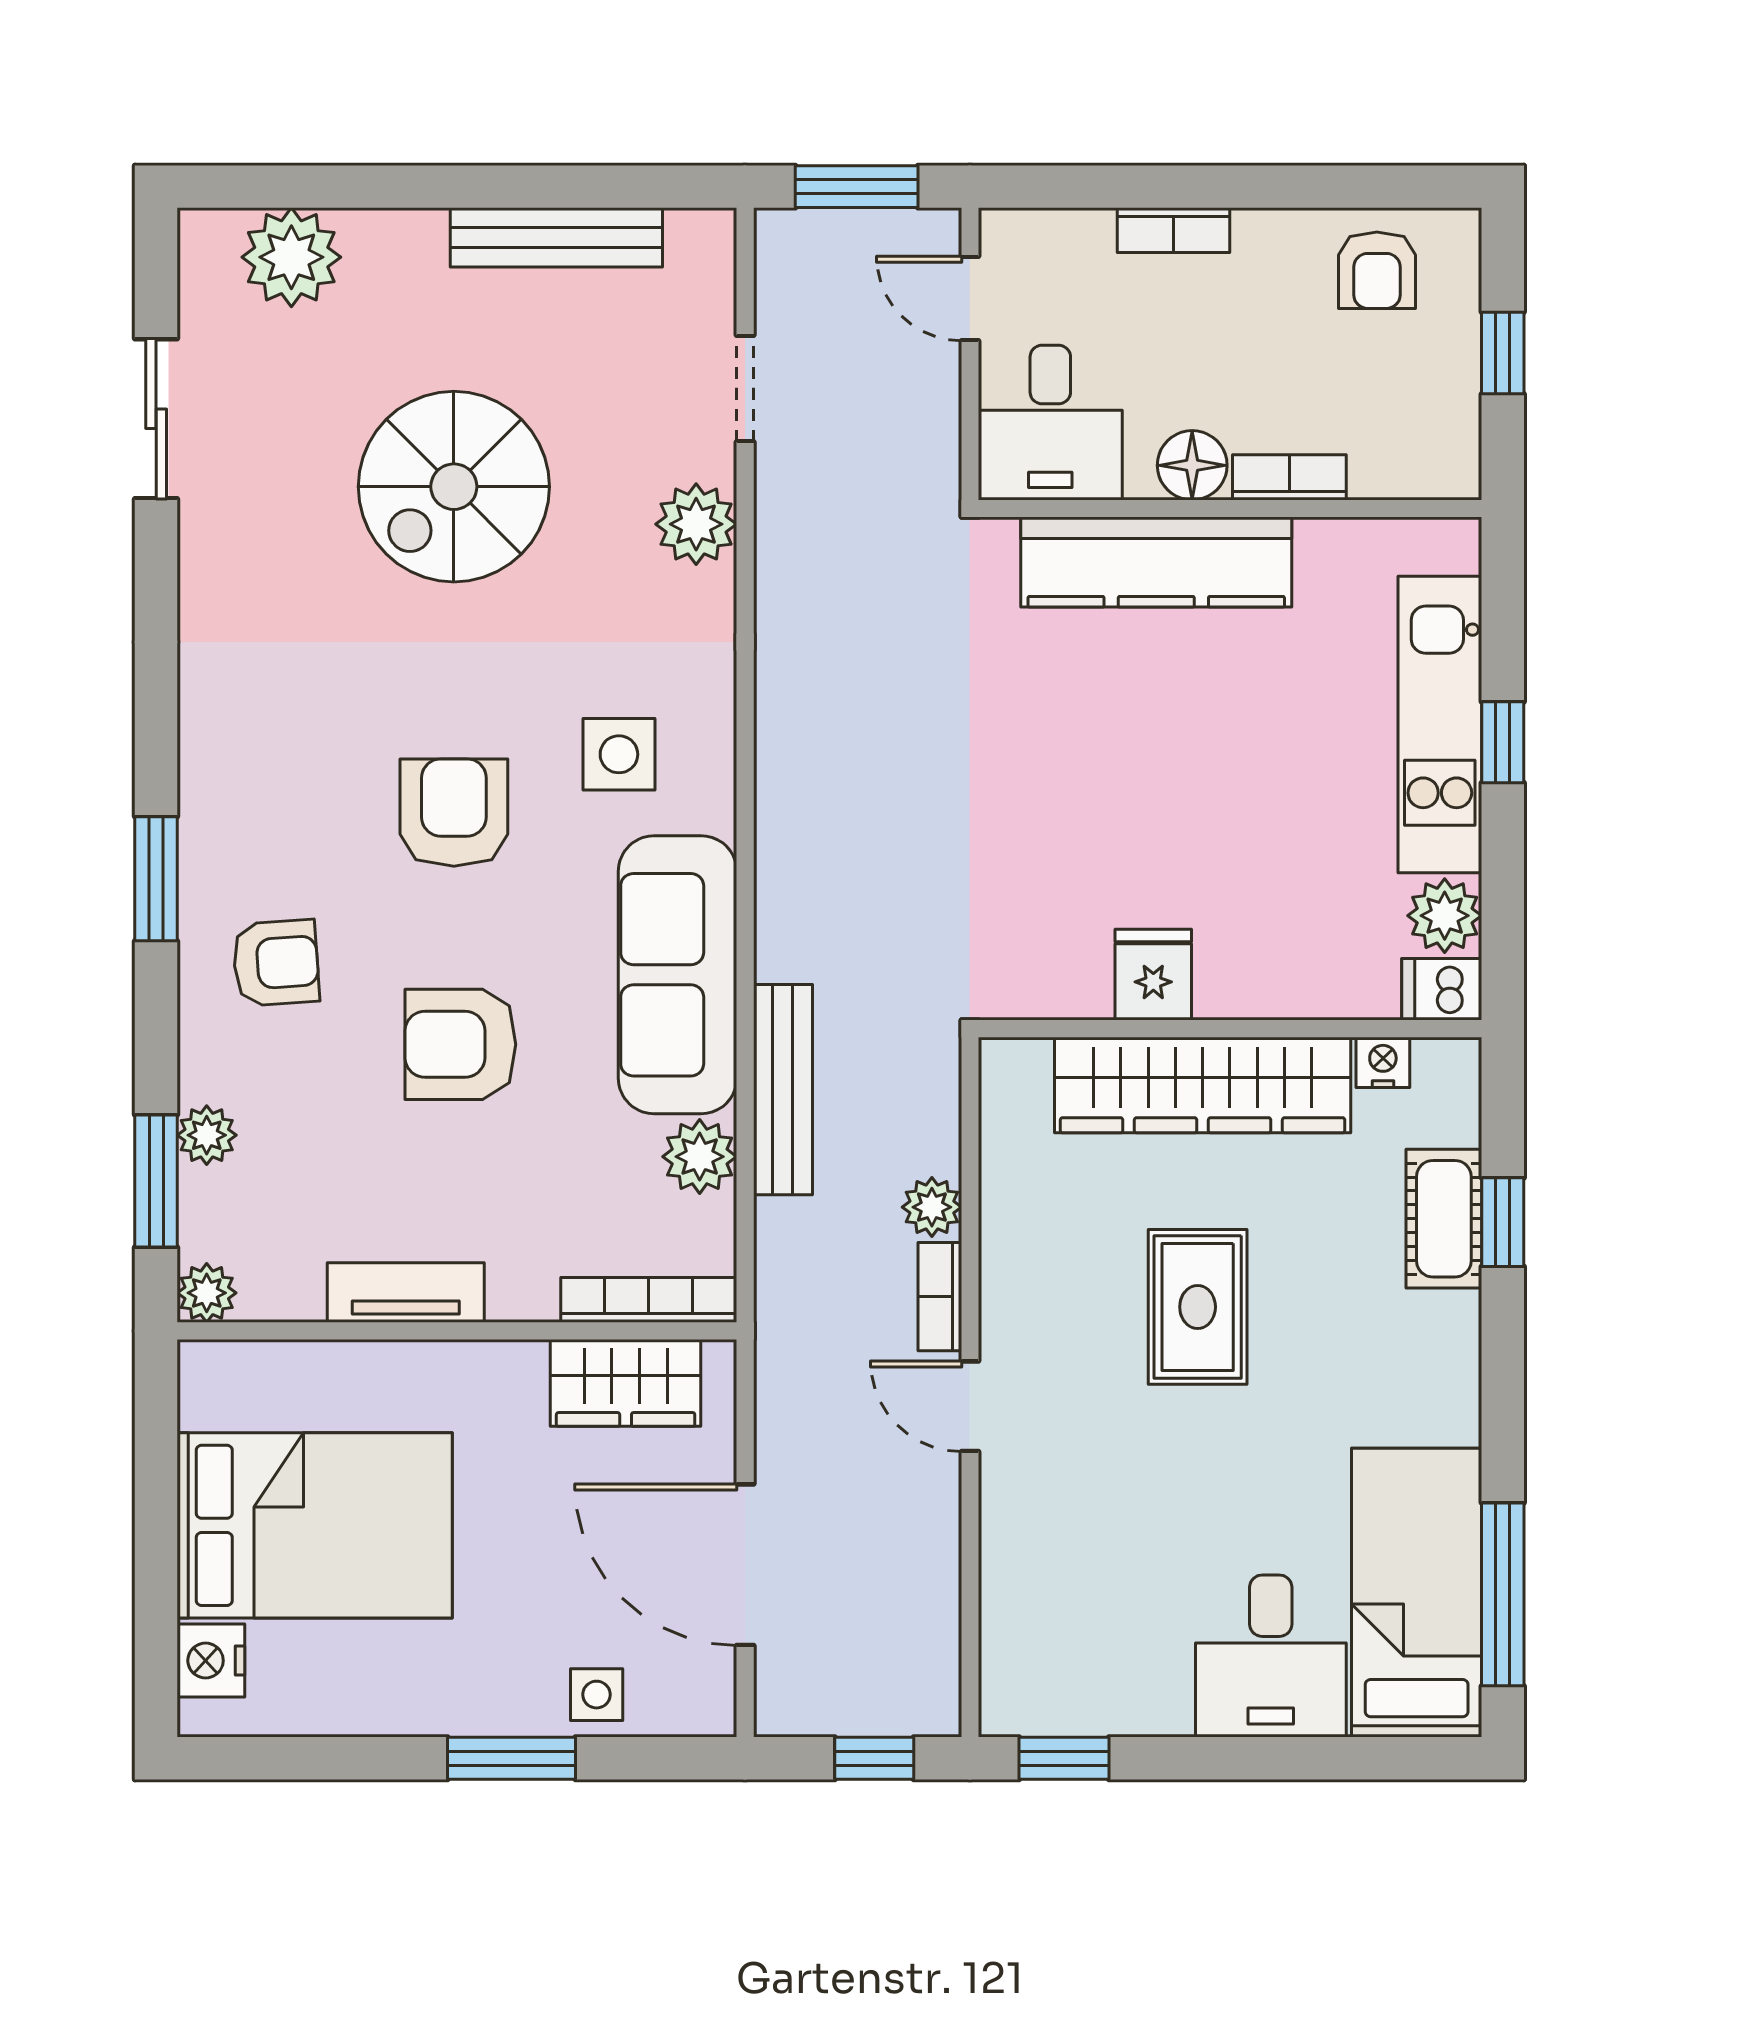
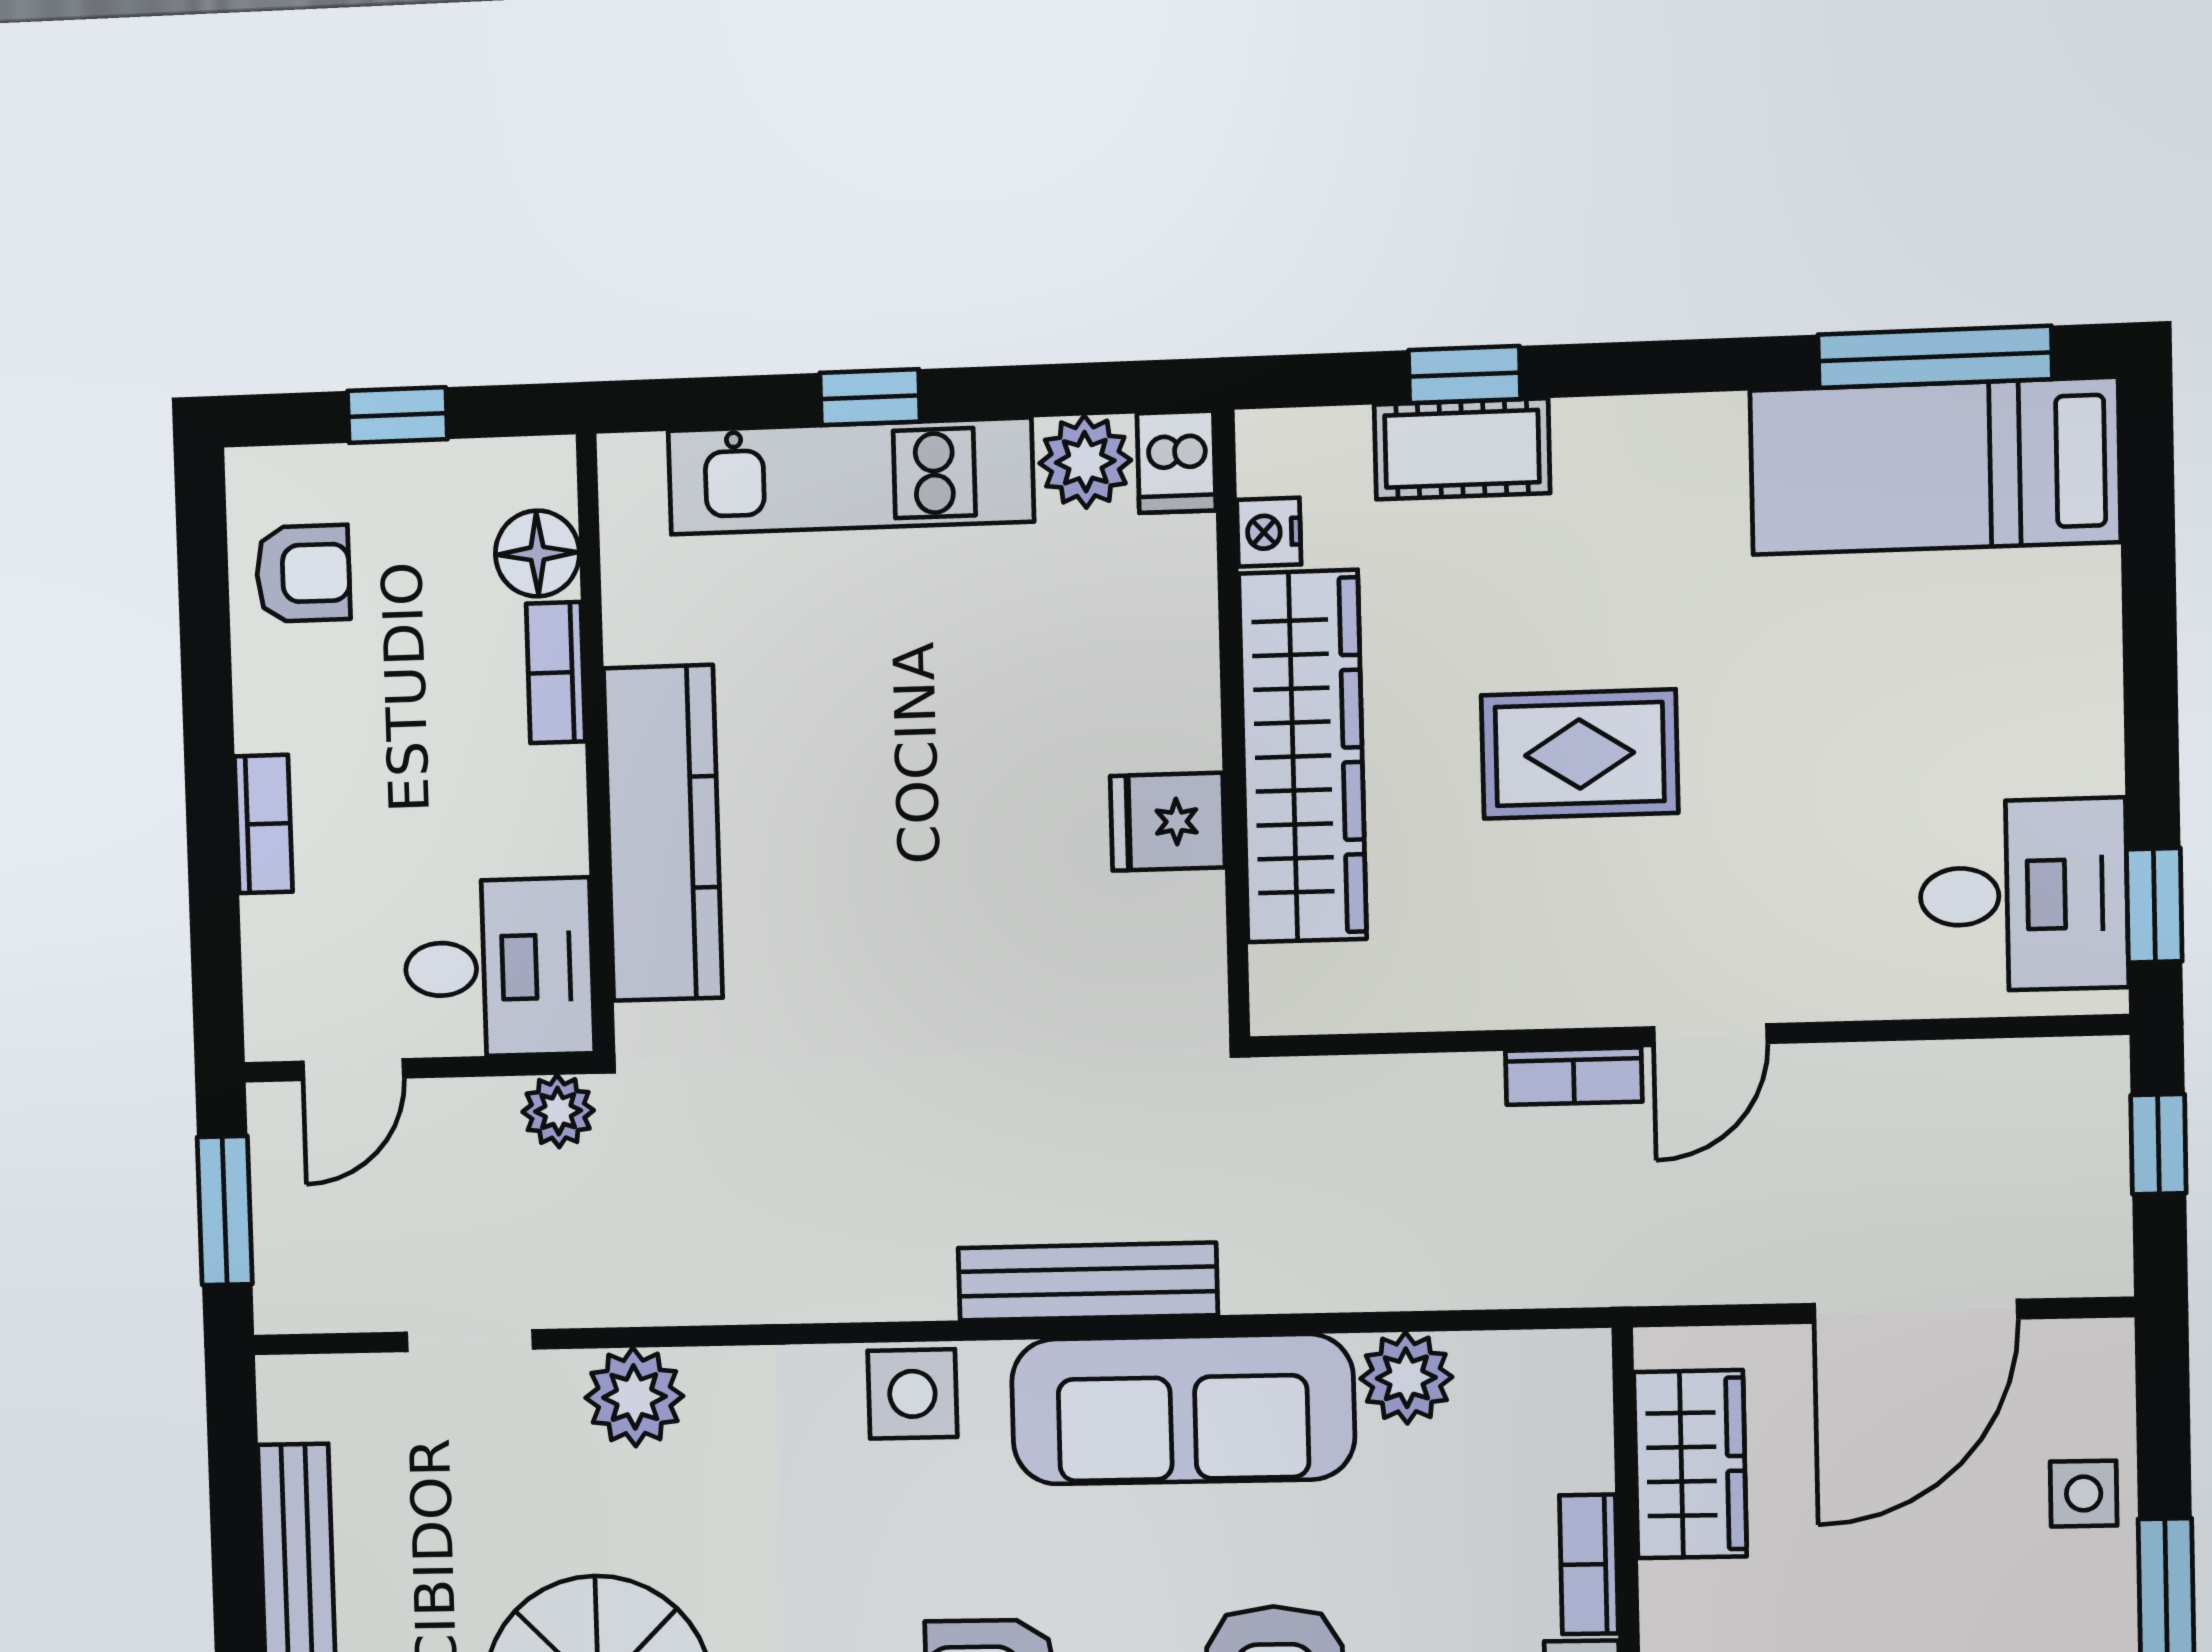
floor lamp: (1192, 465) -> (537, 553), moved
side table: (619, 754) -> (912, 1394), moved
bench: (783, 1090) -> (1088, 1281), moved
plant: (932, 1207) -> (558, 1111), moved
bookcase: (649, 1300) -> (1589, 1564), moved, width x0.64
desk: (1271, 1656) -> (2024, 895), moved

